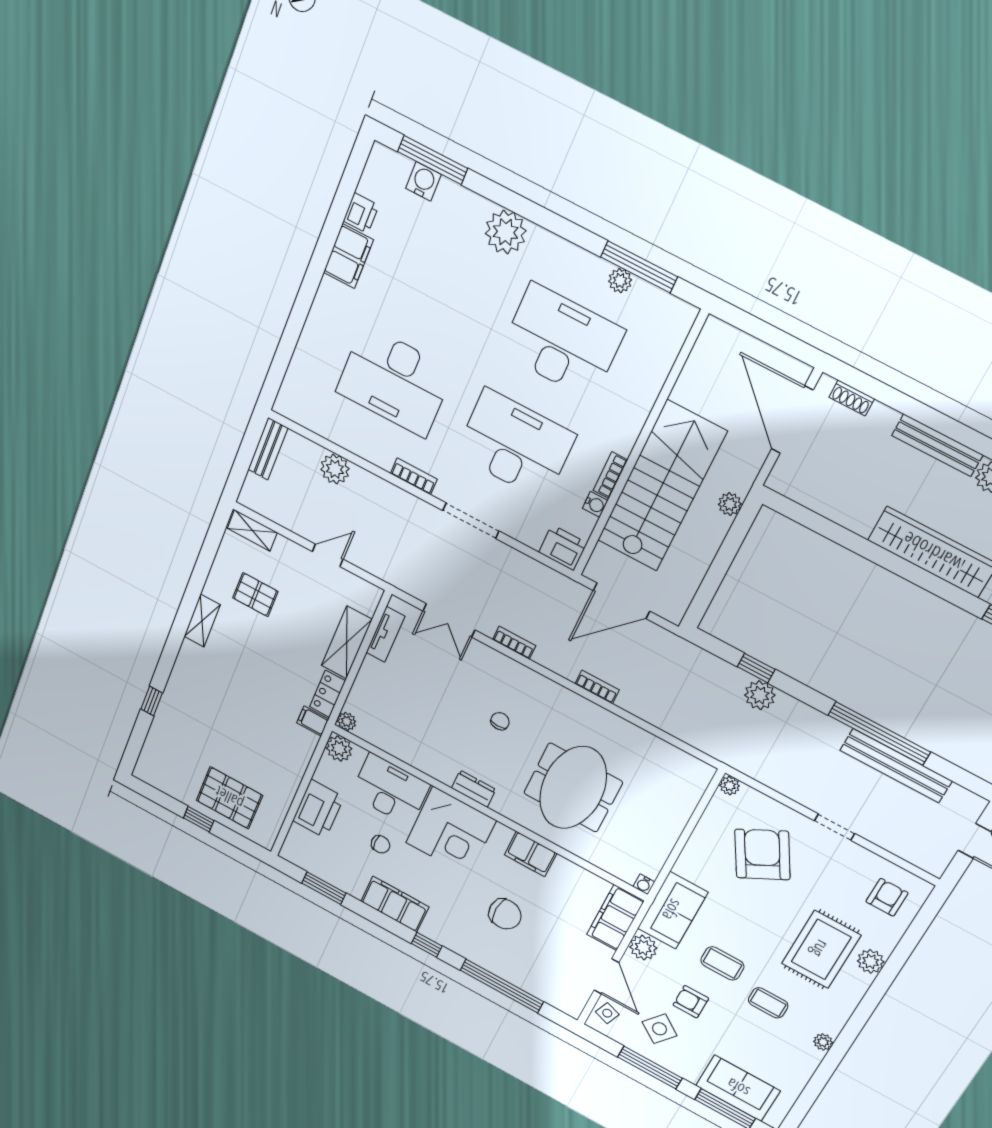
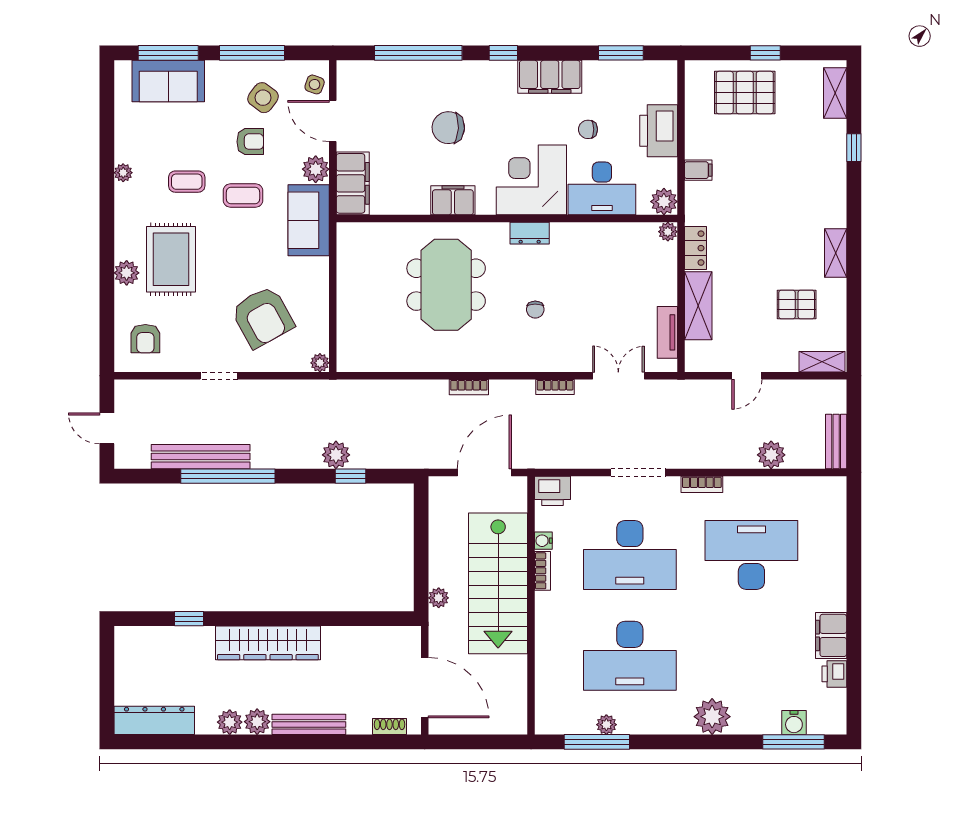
filing cabinet: (313, 721) -> (698, 170), moved
shelving: (151, 754) -> (835, 93), added
water cooler: (644, 884) -> (344, 230), removed

